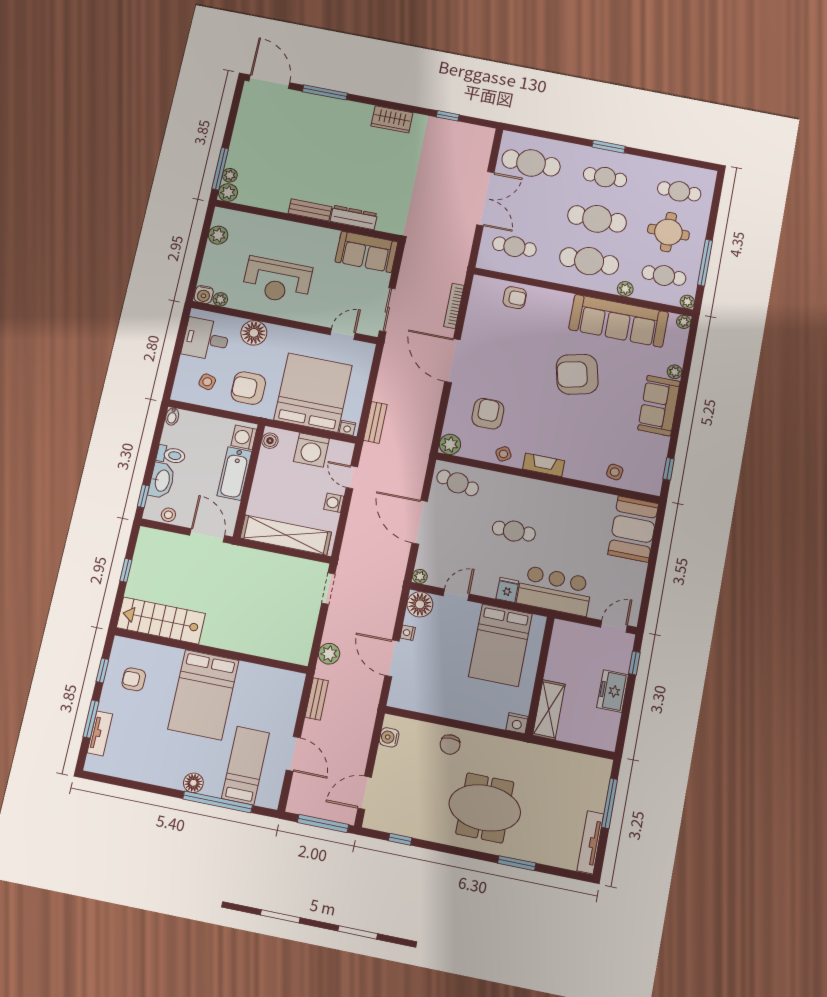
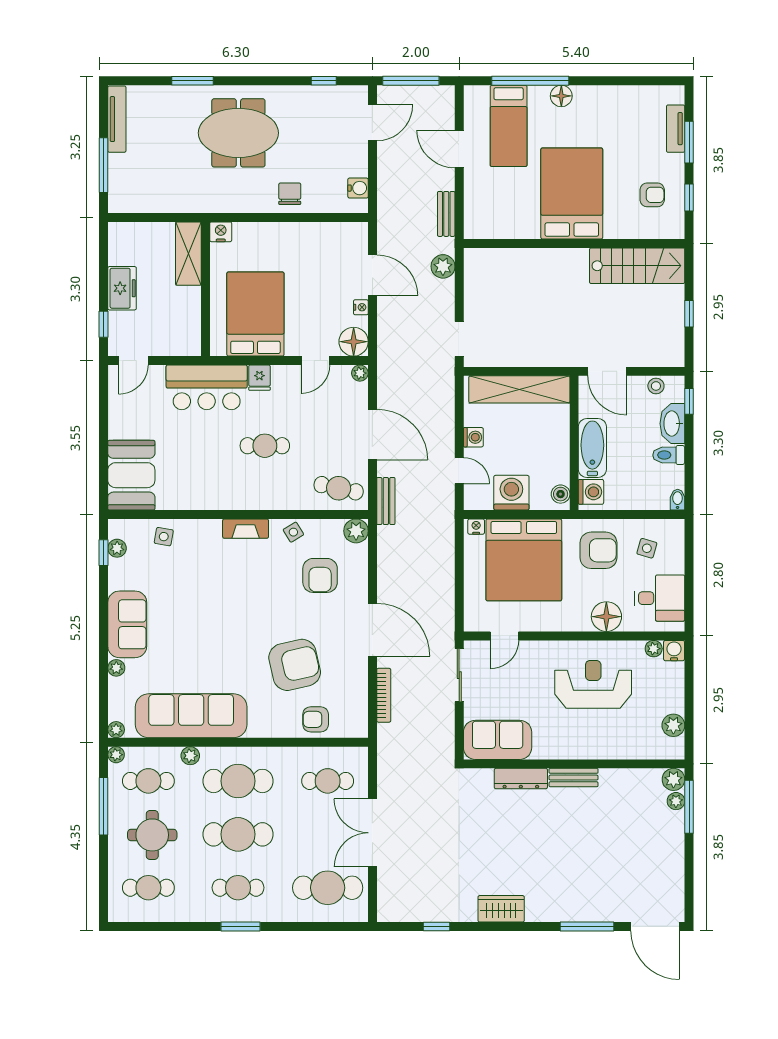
armchair: (577, 374) -> (295, 665), moved
bench: (375, 422) -> (386, 501), moved
plant: (656, 470) -> (117, 548), added

